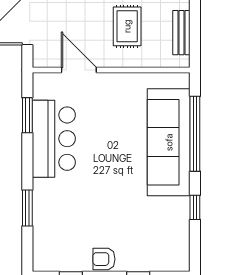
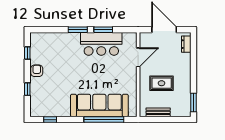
window: (27, 115) -> (103, 30), moved
window: (195, 207) -> (50, 120), moved
window: (27, 208) -> (78, 30), moved

